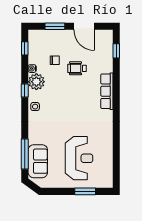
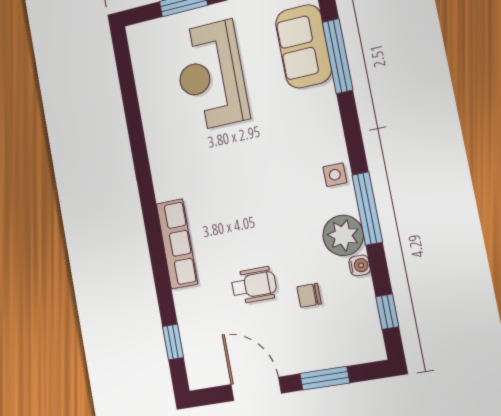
window: (25, 90) -> (367, 209), width x2.17

